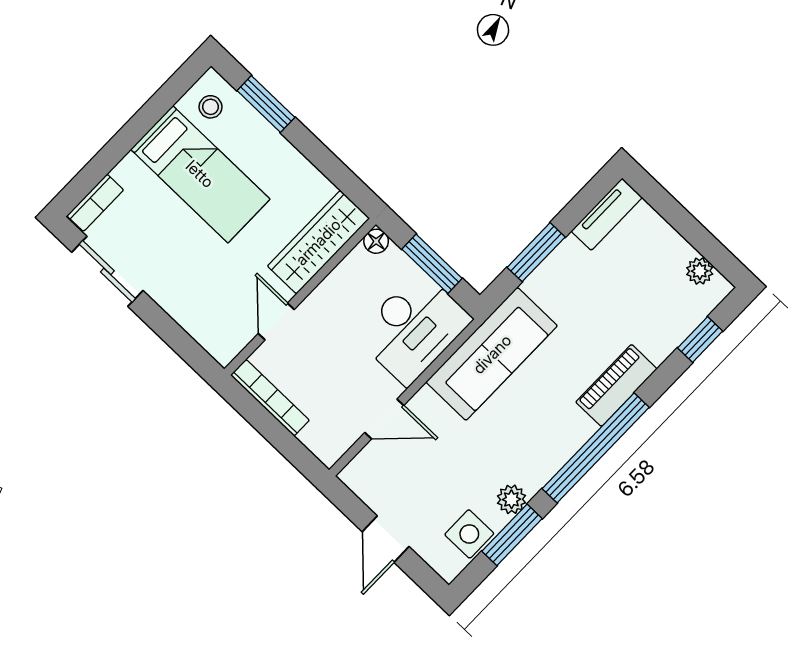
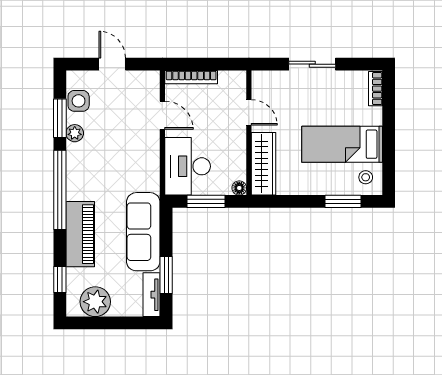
window: (536, 252) -> (166, 275), moved
sliding door: (107, 271) -> (312, 64), moved
plant: (700, 271) -> (95, 302), width x1.87, depth x1.87
sofa: (492, 354) -> (143, 232), moved
piano: (616, 385) -> (80, 234), width x1.37, depth x1.33
bookcase: (270, 398) -> (191, 77), moved
door: (384, 419) -> (162, 115), swing flipped

